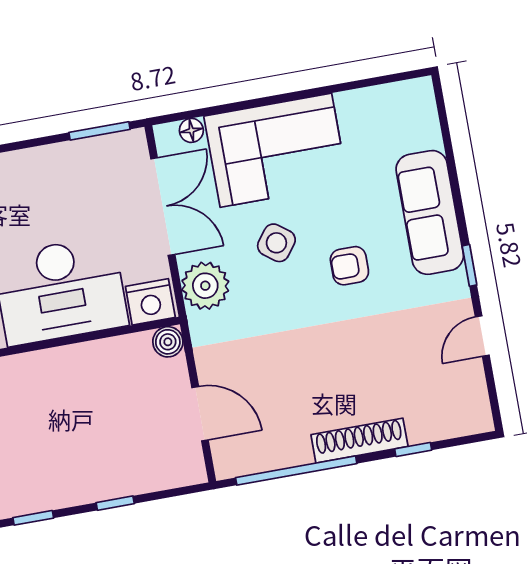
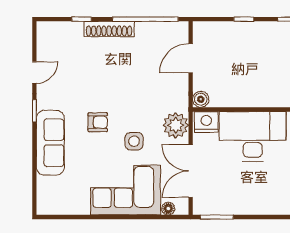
side table: (276, 243) -> (134, 141), turned -38
door: (200, 414) -> (191, 58), hinge flipped

